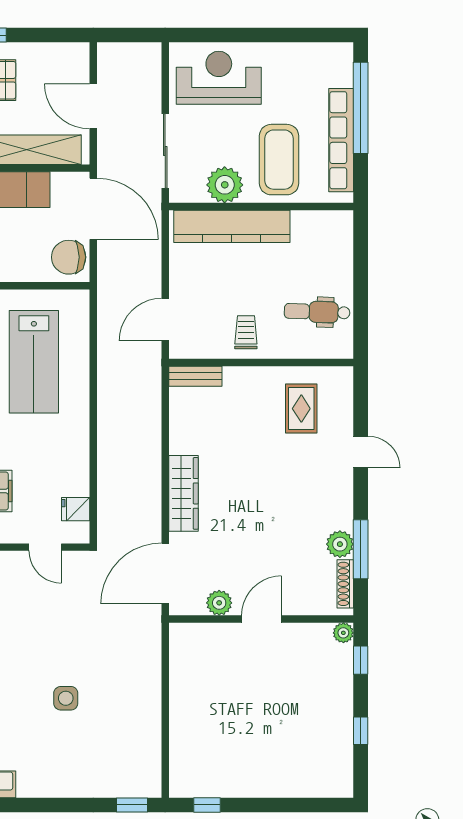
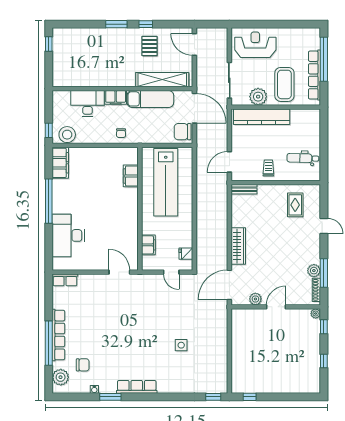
door: (93, 106) -> (194, 45), moved
lab bench: (34, 362) -> (166, 182), width x1.36

